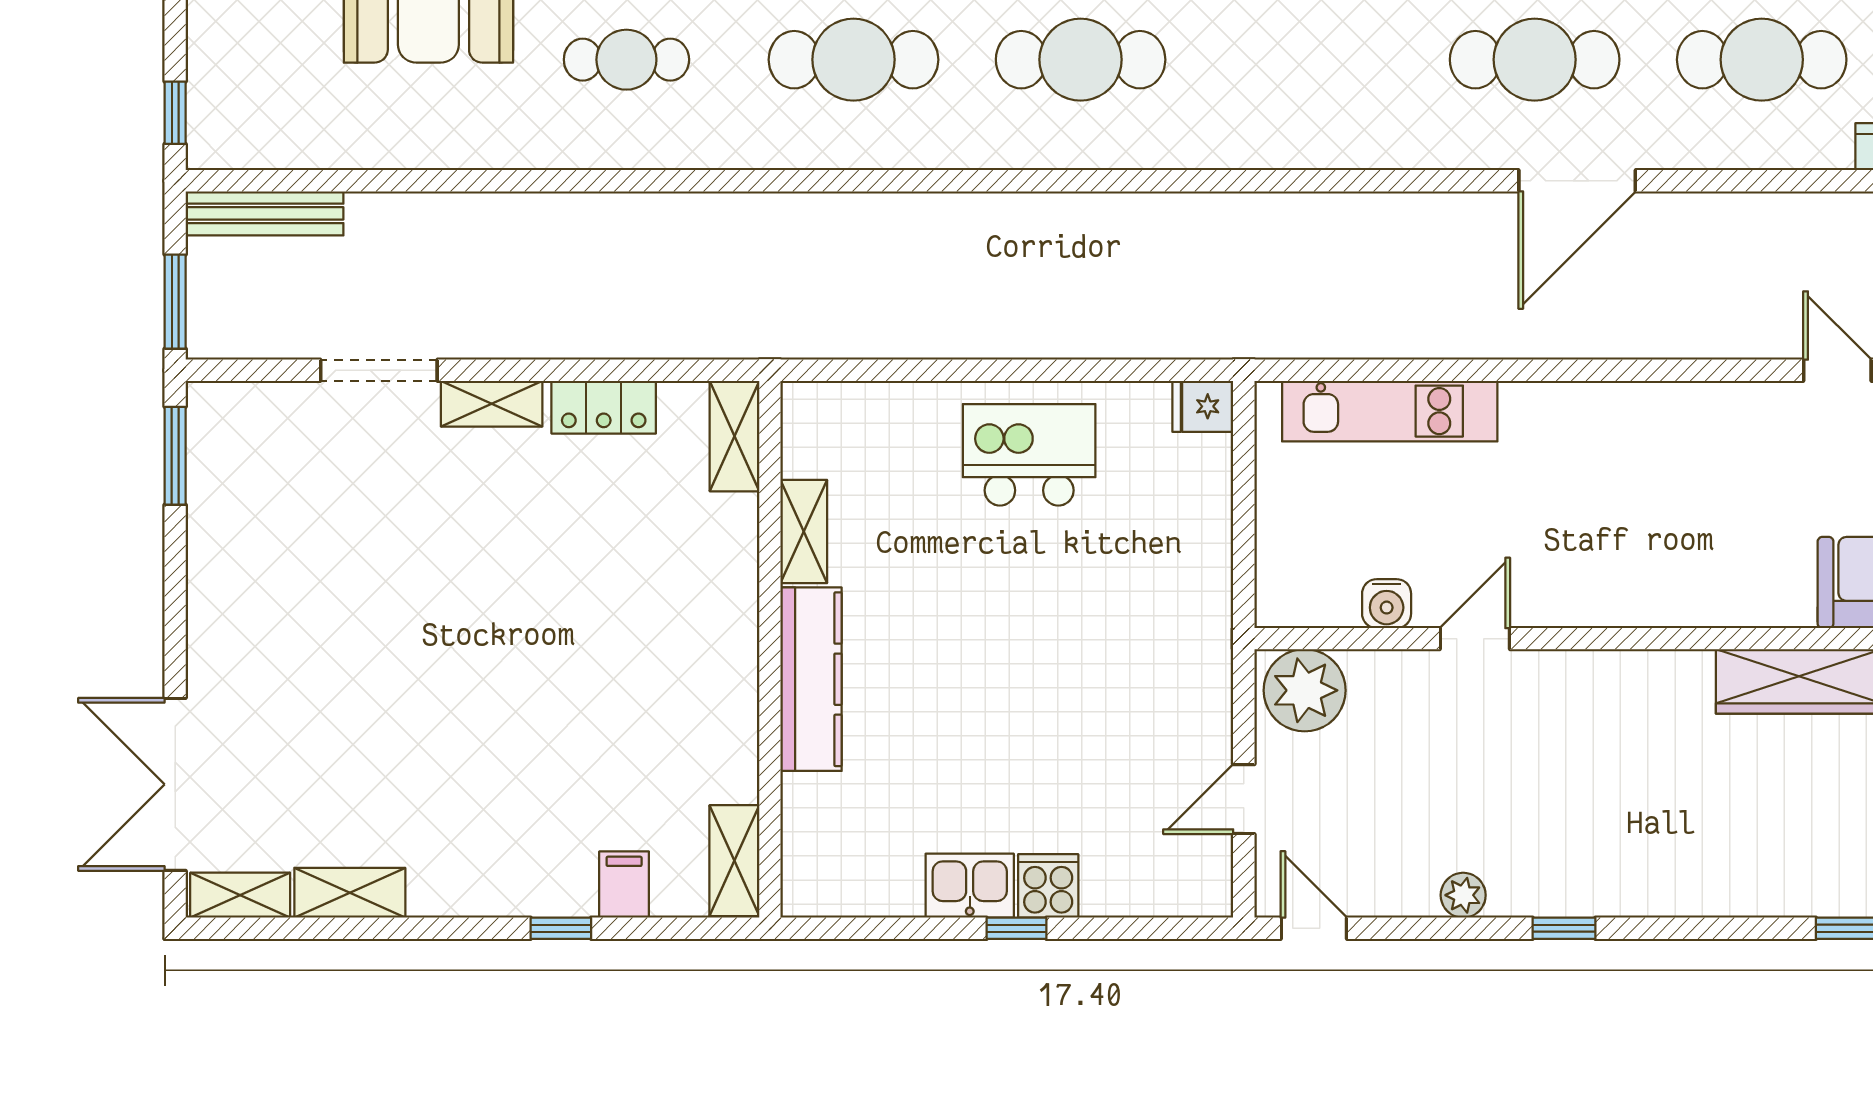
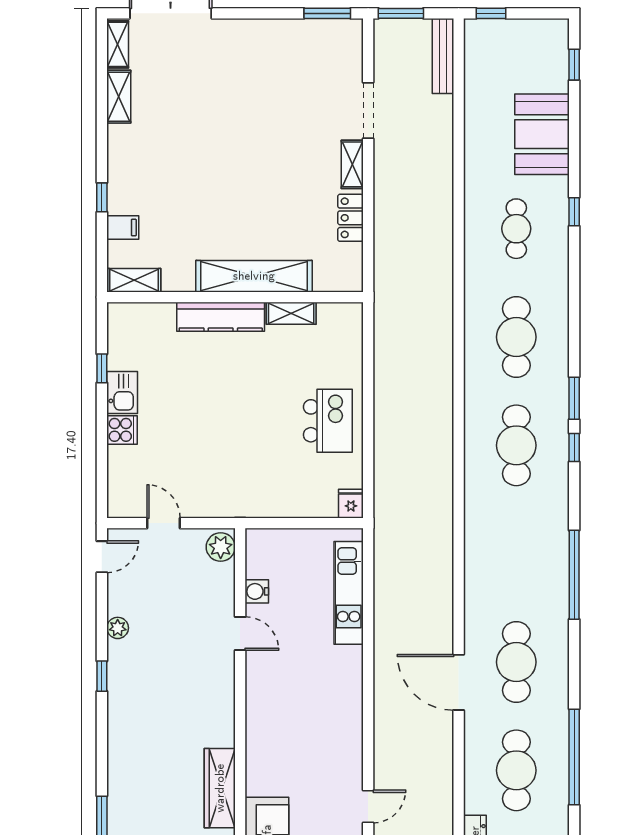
shelving: (735, 436) -> (254, 276), moved, width x2.20, depth x1.33
plant: (1305, 690) -> (221, 547), width x0.73, depth x0.73
window: (1016, 928) -> (102, 368), moved

